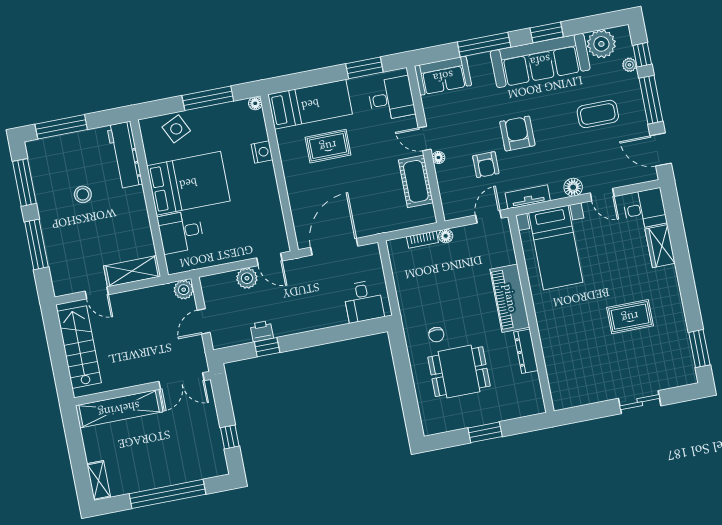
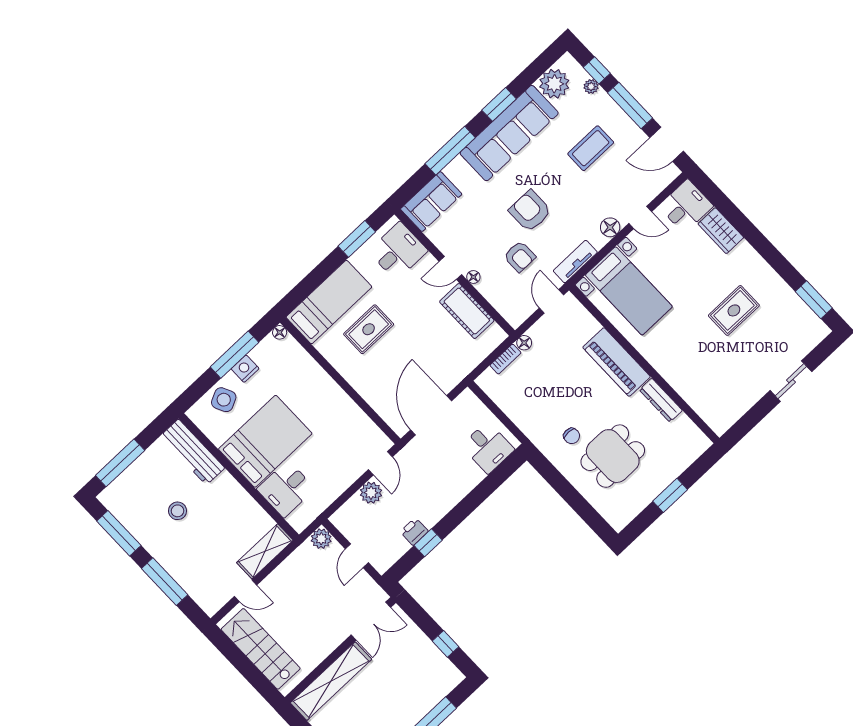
nightstand: (262, 152) -> (245, 369), moved, turned -90
door: (269, 259) -> (380, 463), hinge flipped

